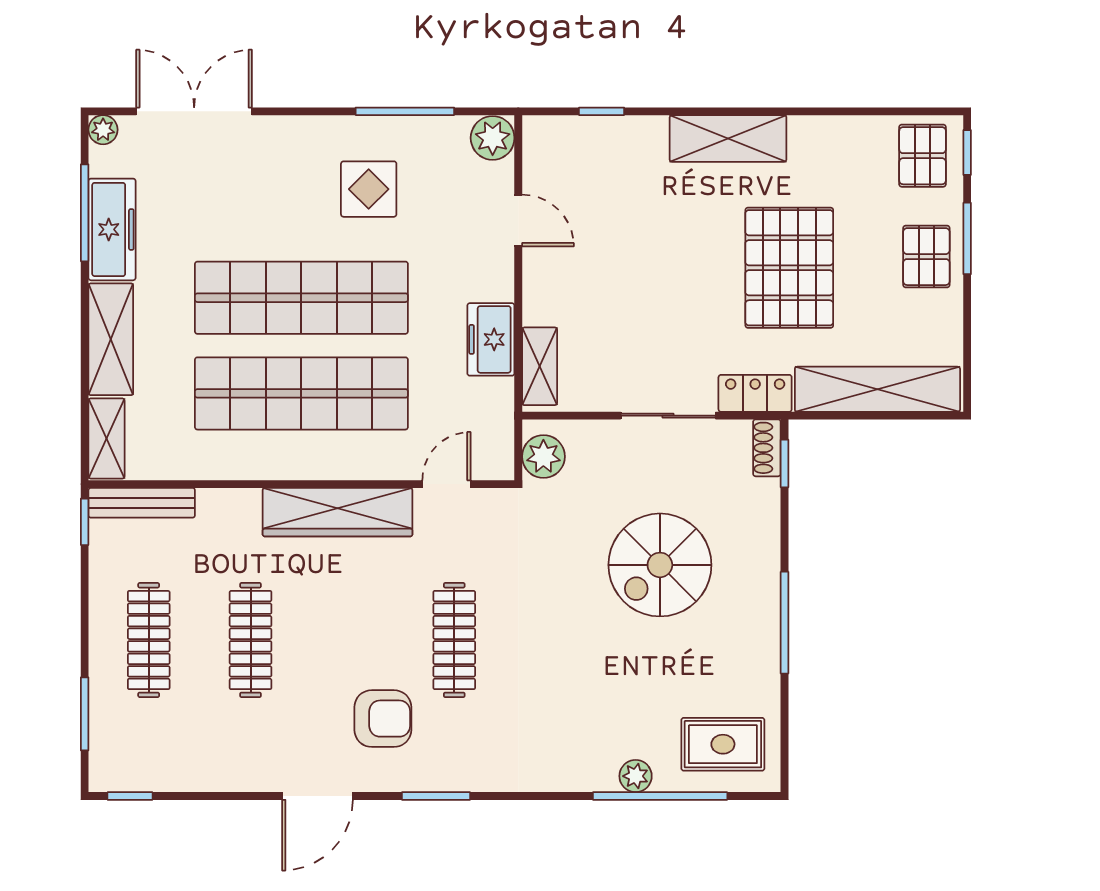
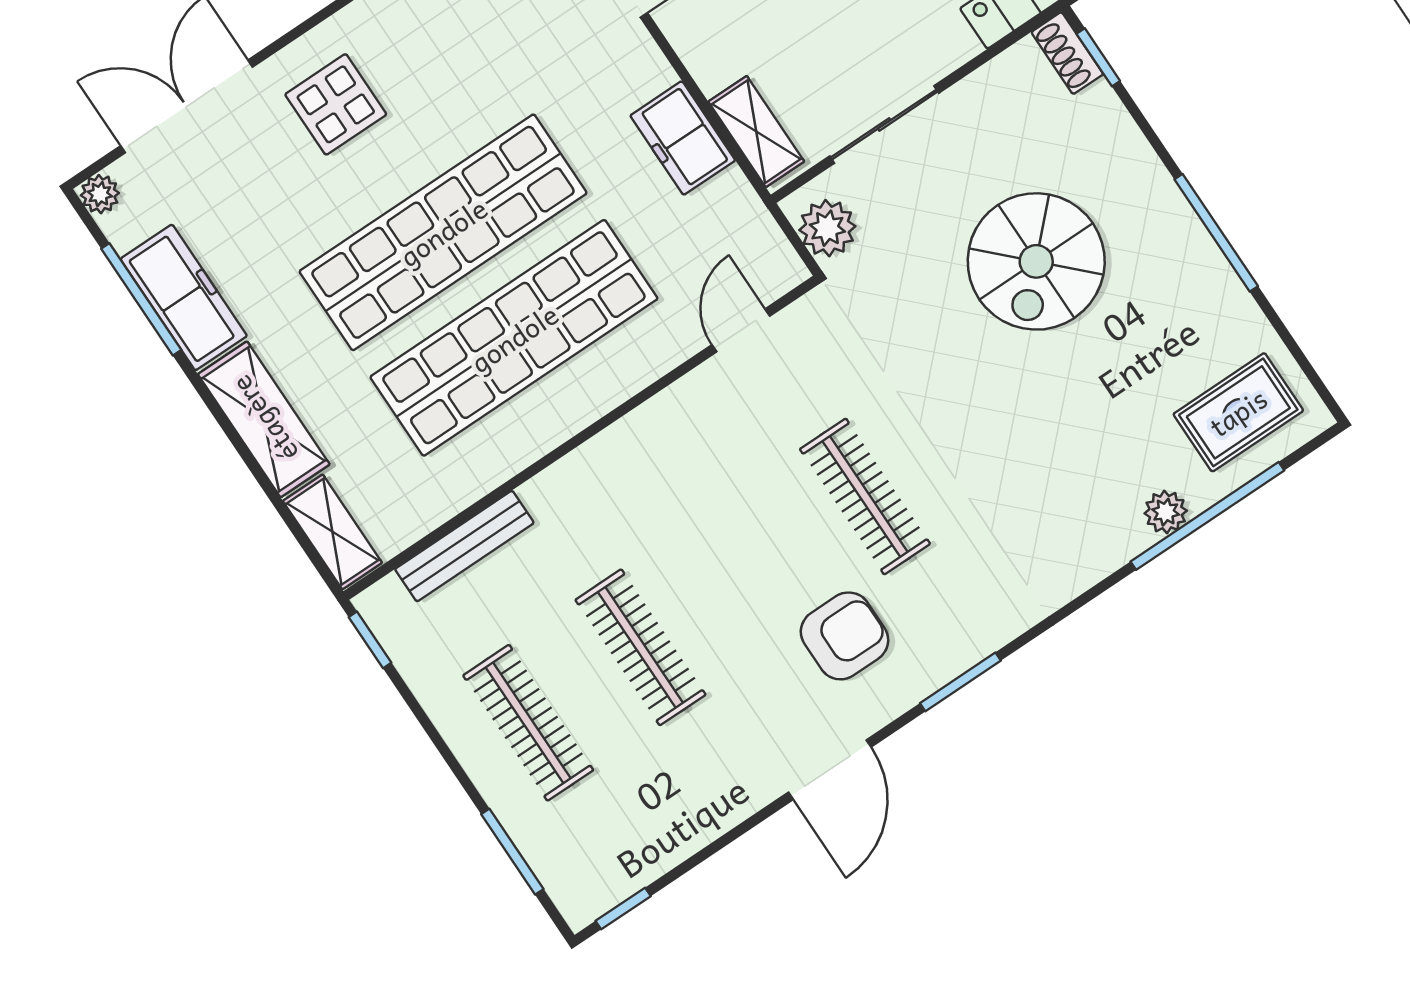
display table: (369, 189) -> (336, 104), moved
sliding door: (668, 416) -> (884, 125), moved
bench: (142, 503) -> (464, 546), moved
wardrobe: (338, 512) -> (642, 442), removed

